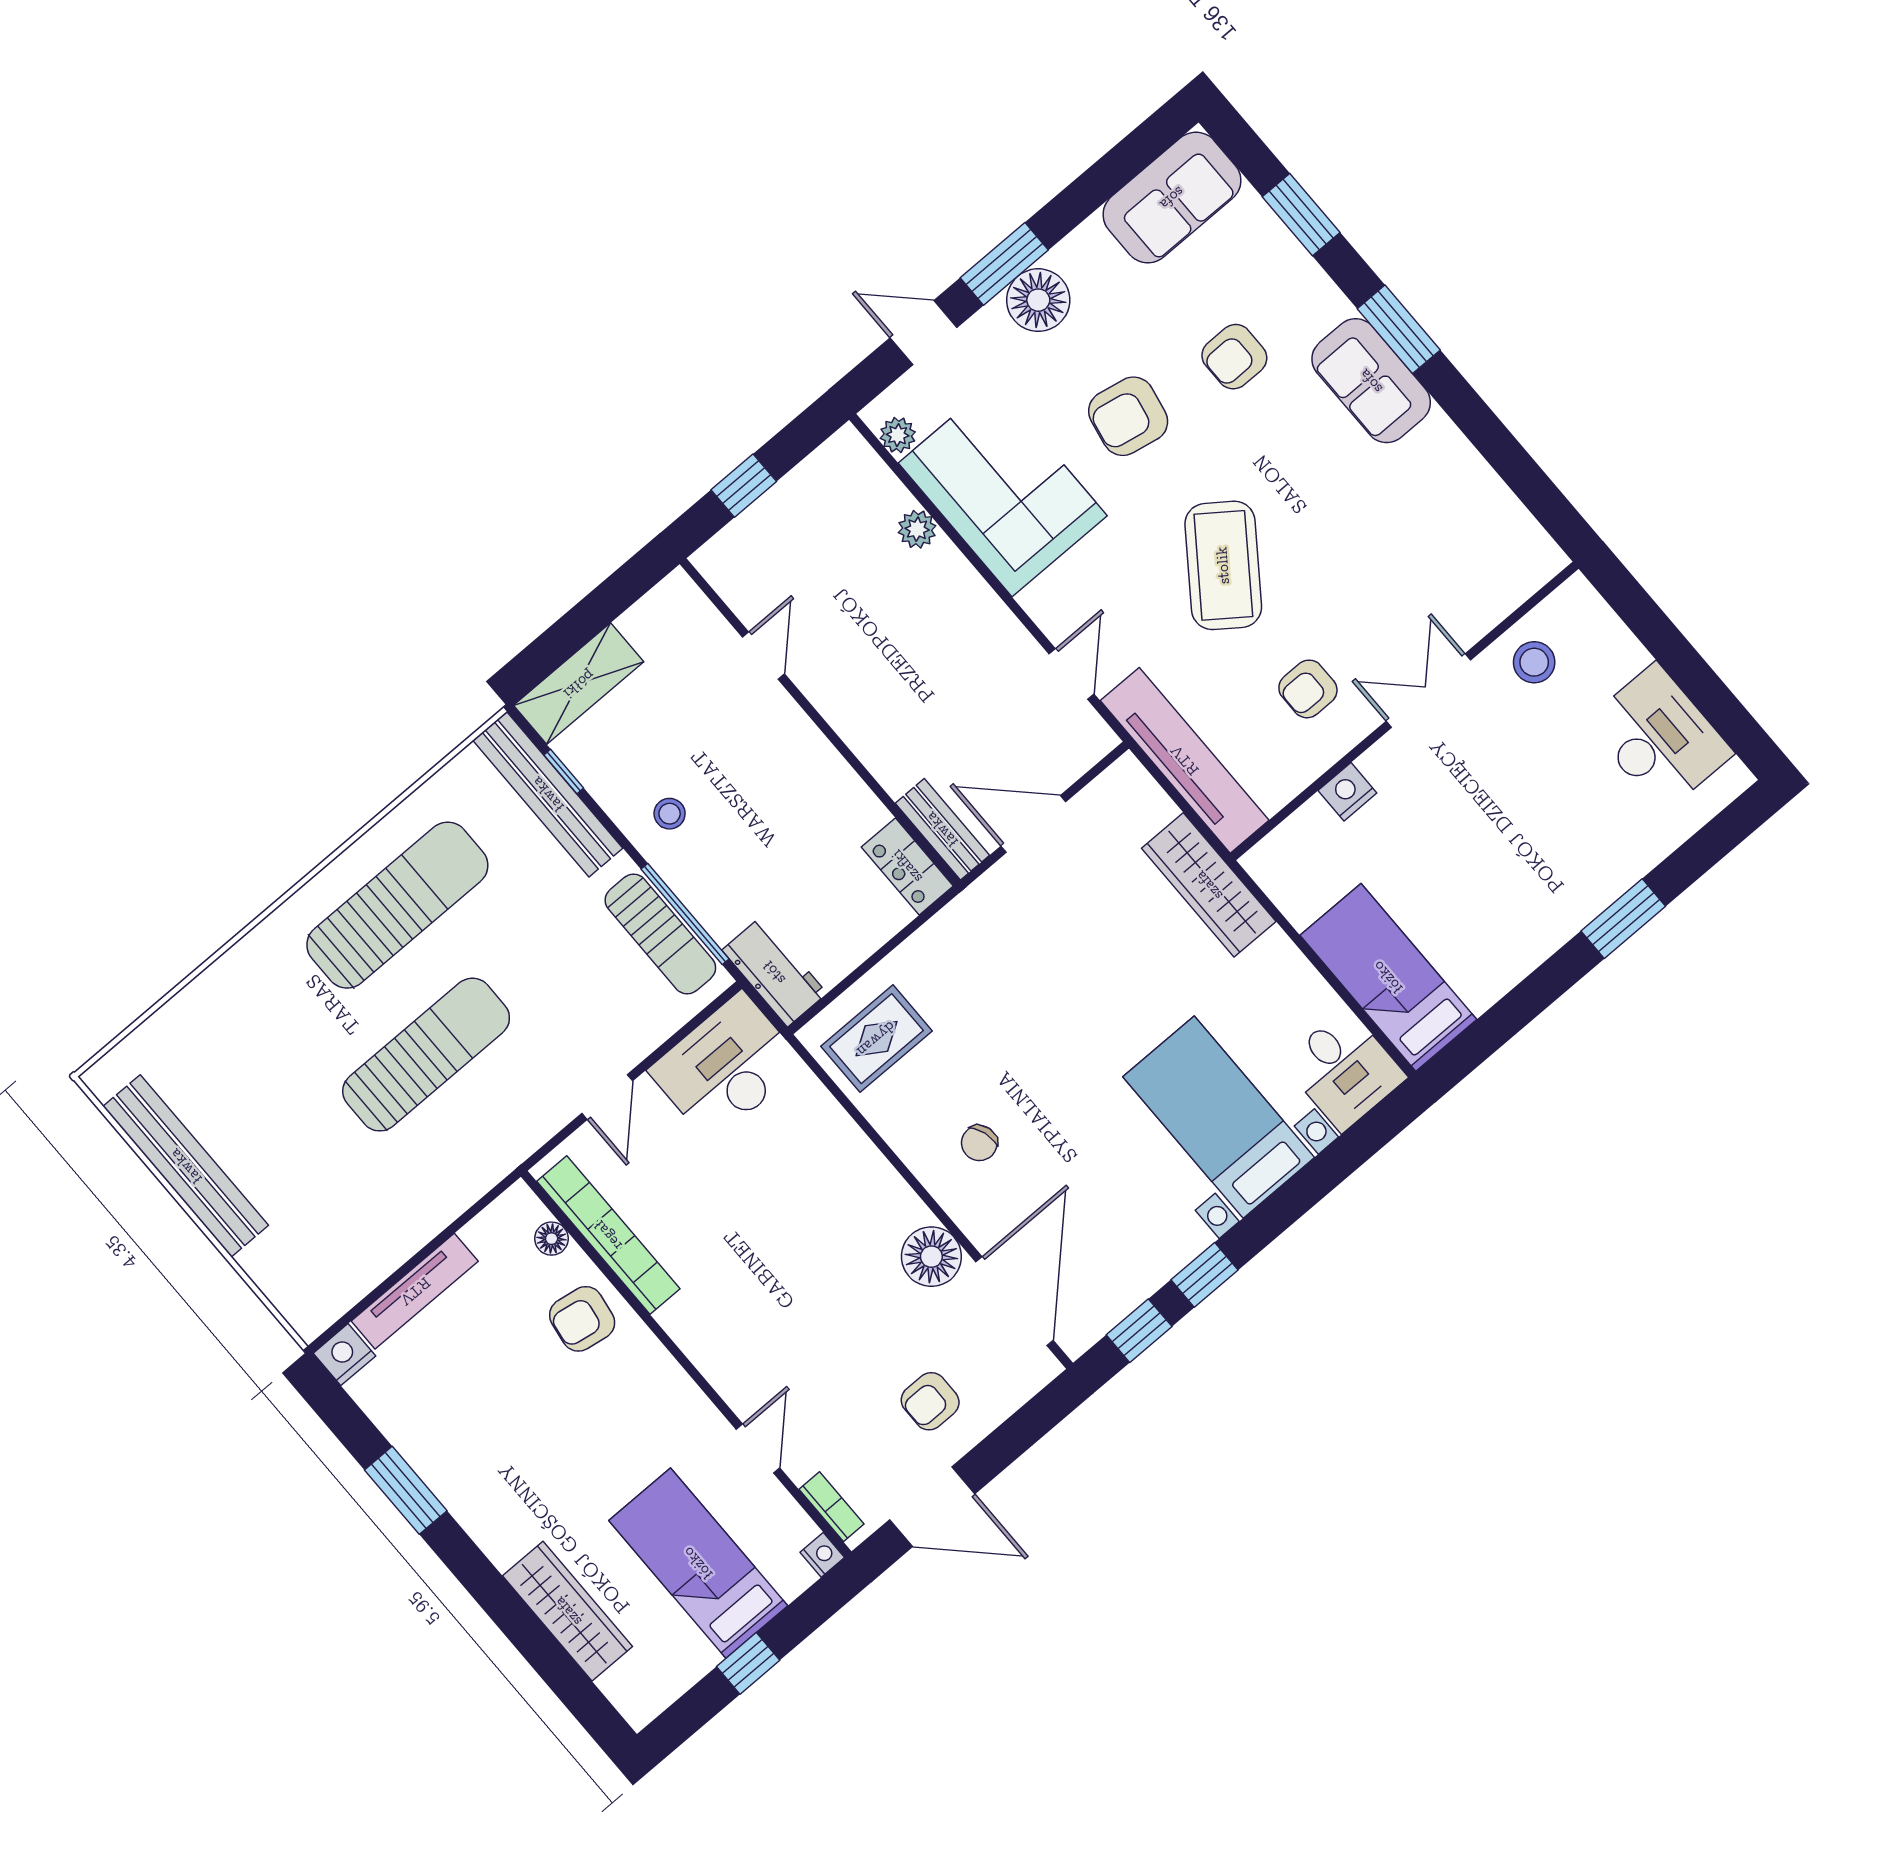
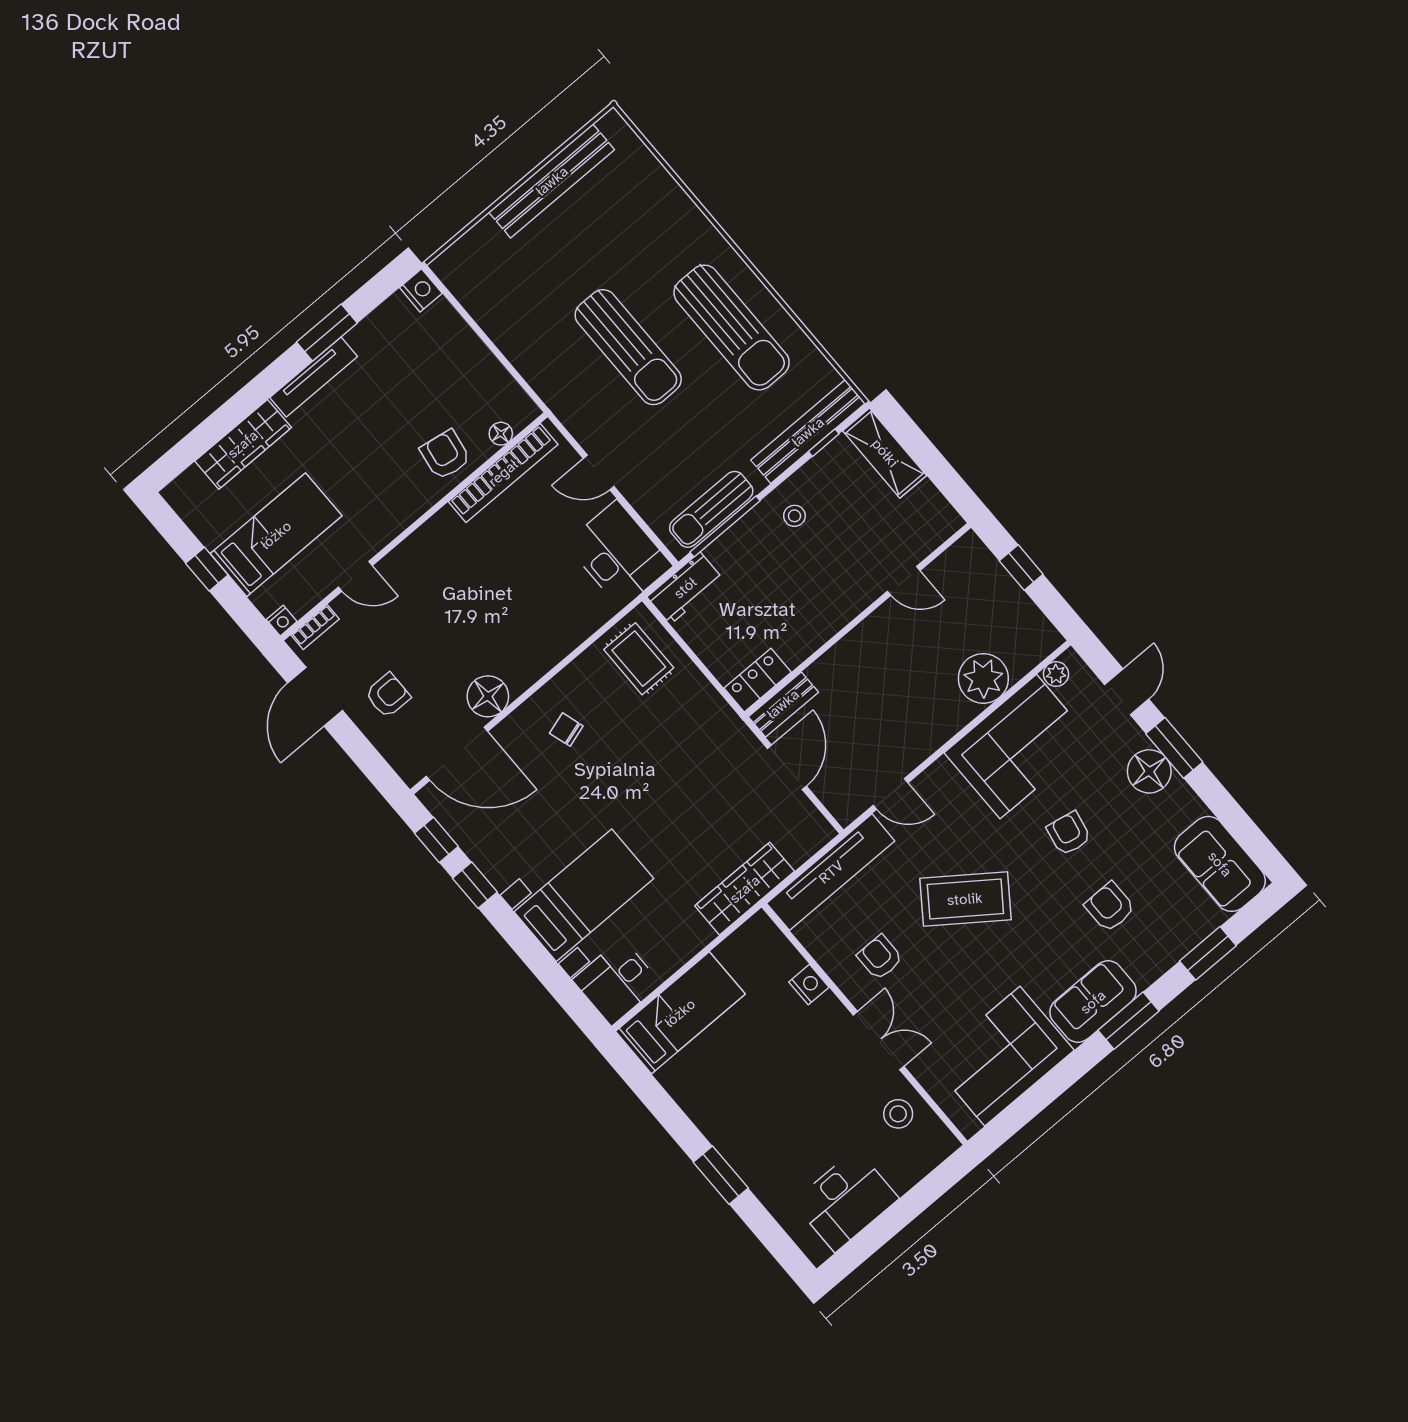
armchair: (1128, 416) -> (1069, 833), width x0.72, depth x0.72
corner sofa: (1450, 512) -> (1002, 1056), added
plant: (917, 529) -> (983, 678), width x1.88, depth x1.88
tv unit: (415, 1291) -> (314, 377), moved, turned -90
armchair: (930, 1401) -> (388, 695), turned 90

